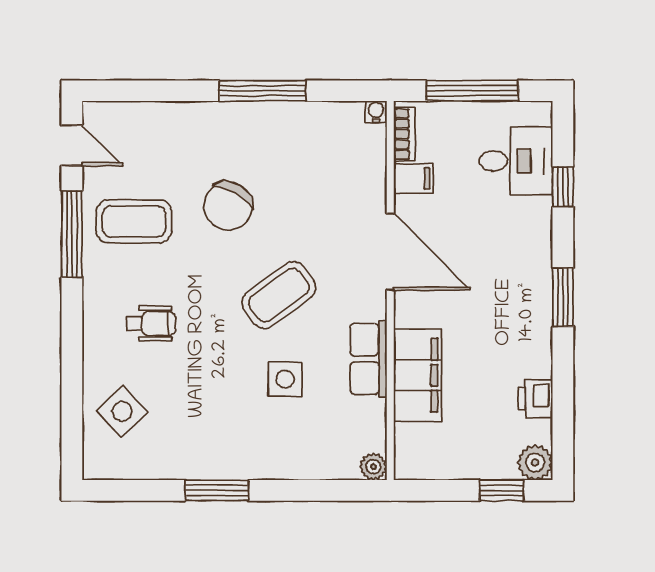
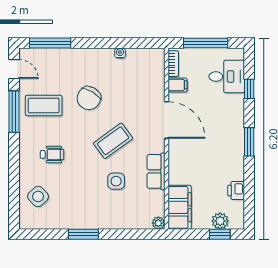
window: (262, 91) -> (50, 43), moved
water cooler: (376, 112) -> (120, 53), moved
filing cabinet: (418, 375) -> (180, 207), moved
plant: (535, 462) -> (220, 221), moved

